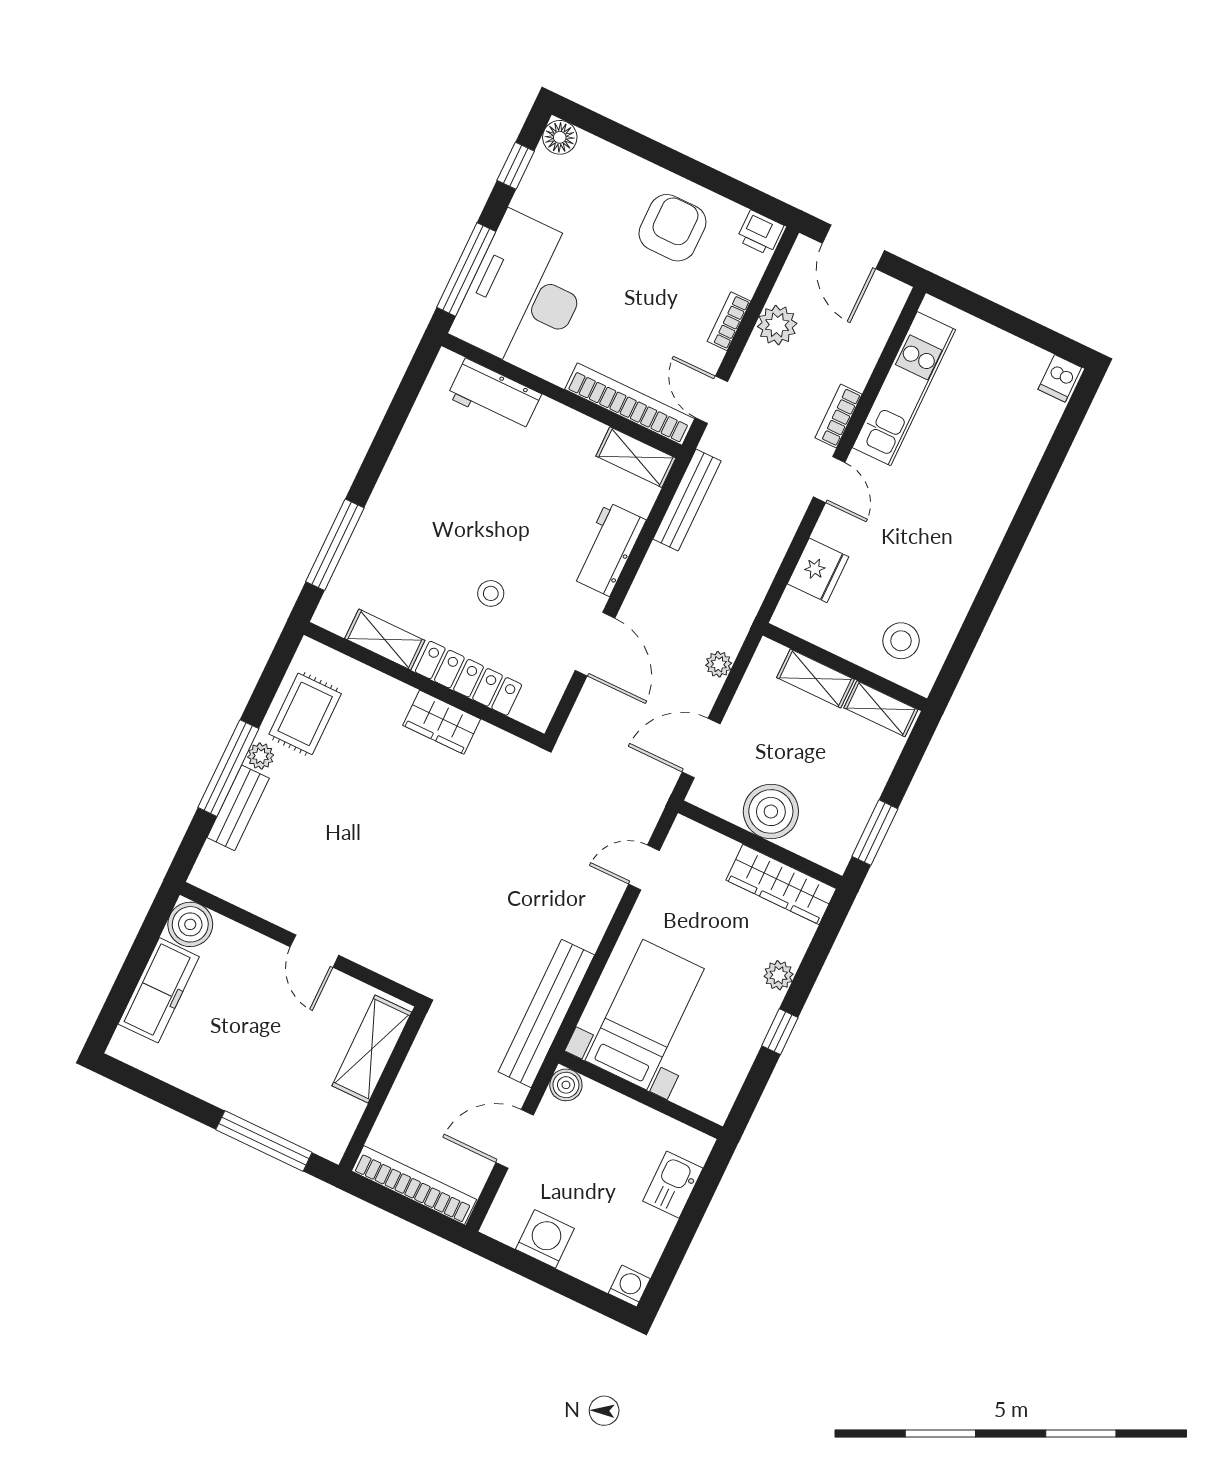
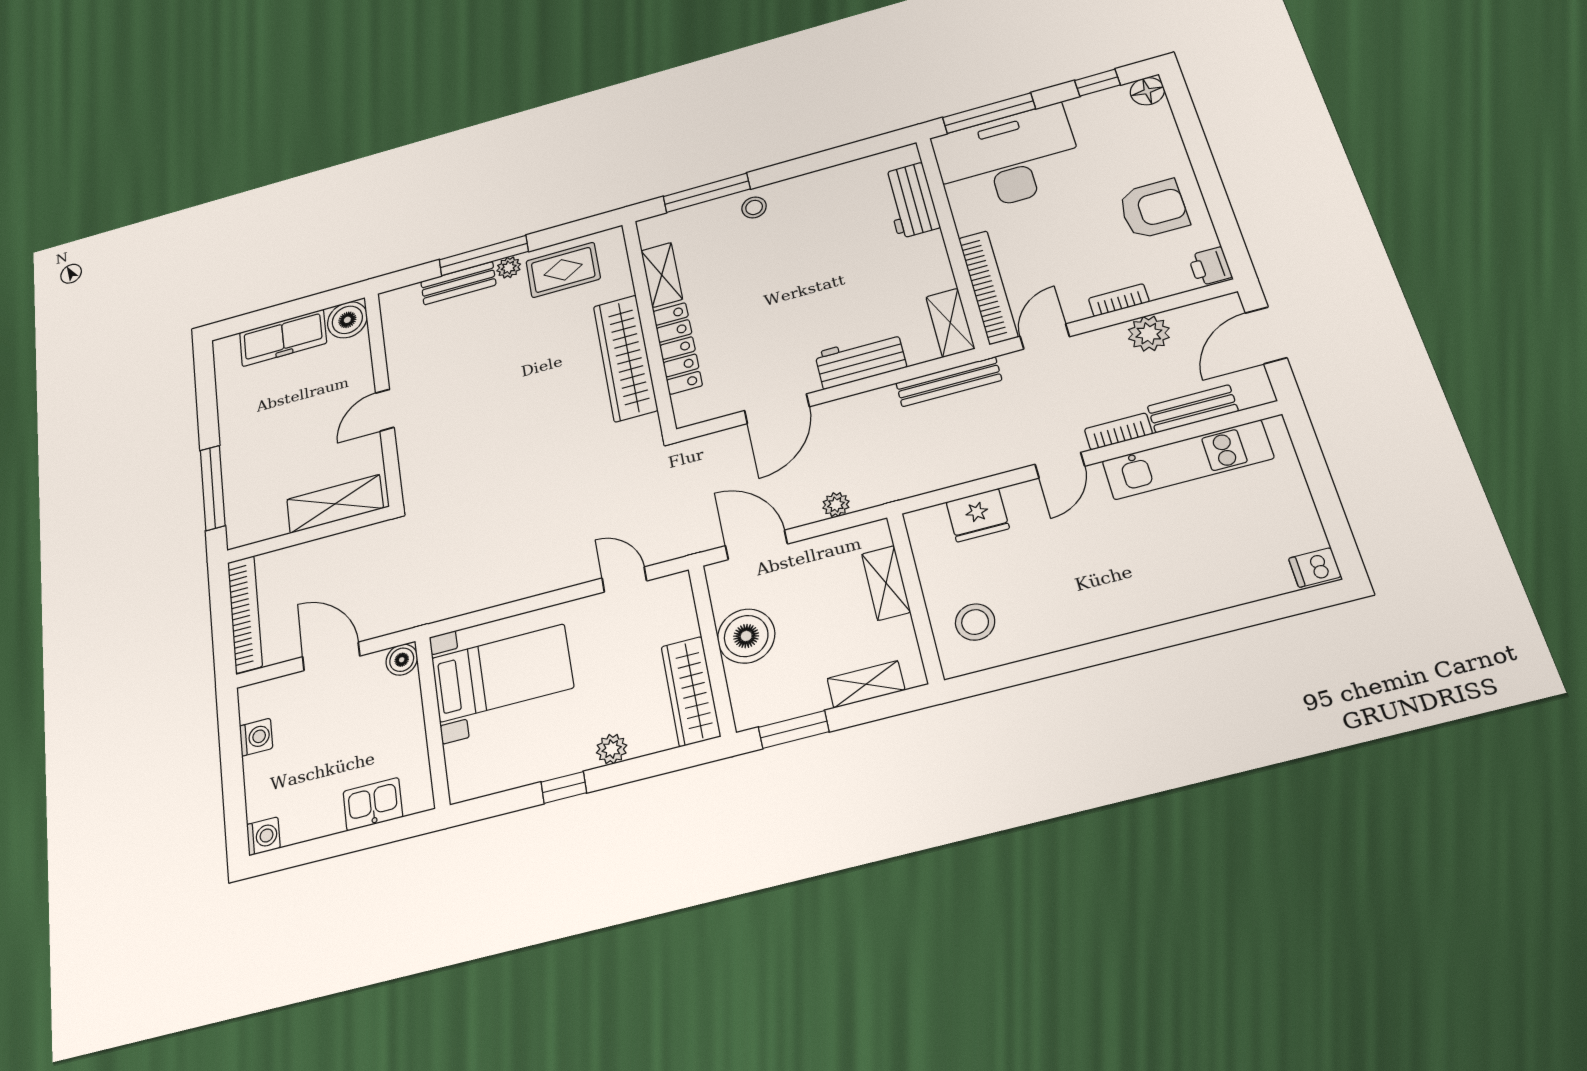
stool: (491, 593) -> (754, 207), moved
shelving: (881, 709) -> (866, 684), moved, turned 90
wardrobe: (442, 722) -> (625, 358), width x2.10, depth x1.17
bench: (546, 1013) -> (1193, 409), moved, width x0.54, depth x0.82
washing machine: (545, 1239) -> (256, 737), width x0.73, depth x0.73

